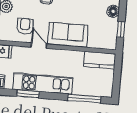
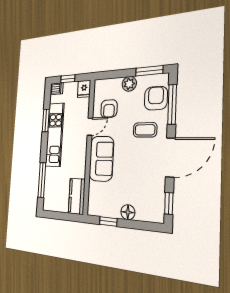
armchair: (25, 26) -> (109, 109), turned 90

